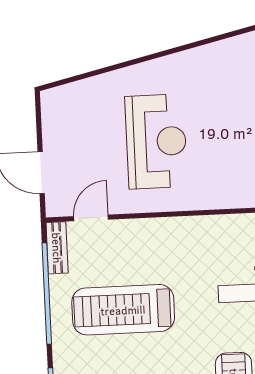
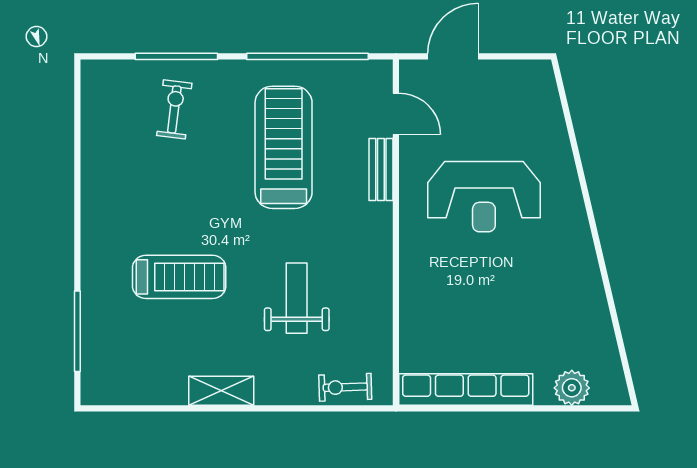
bench: (57, 248) -> (381, 169), moved, turned 90

